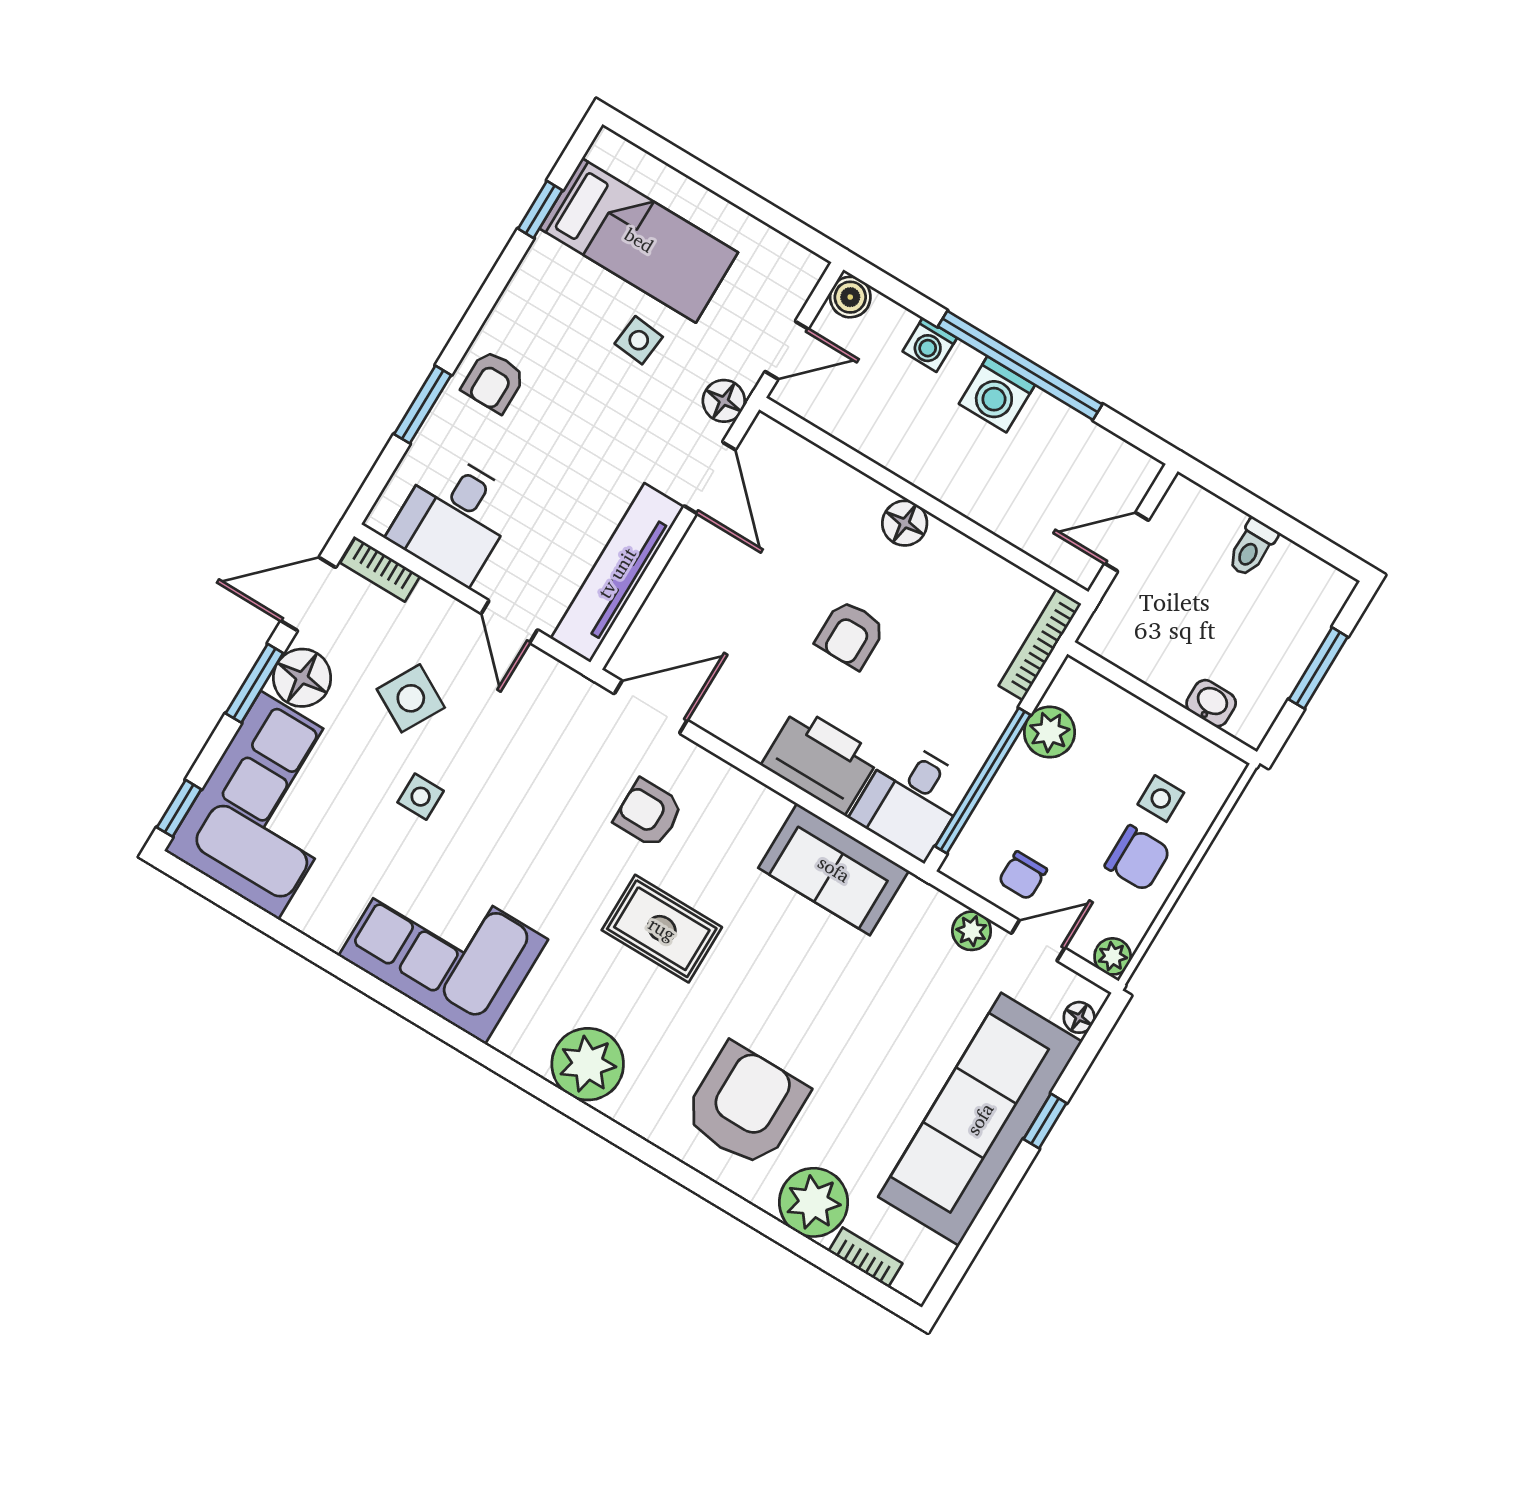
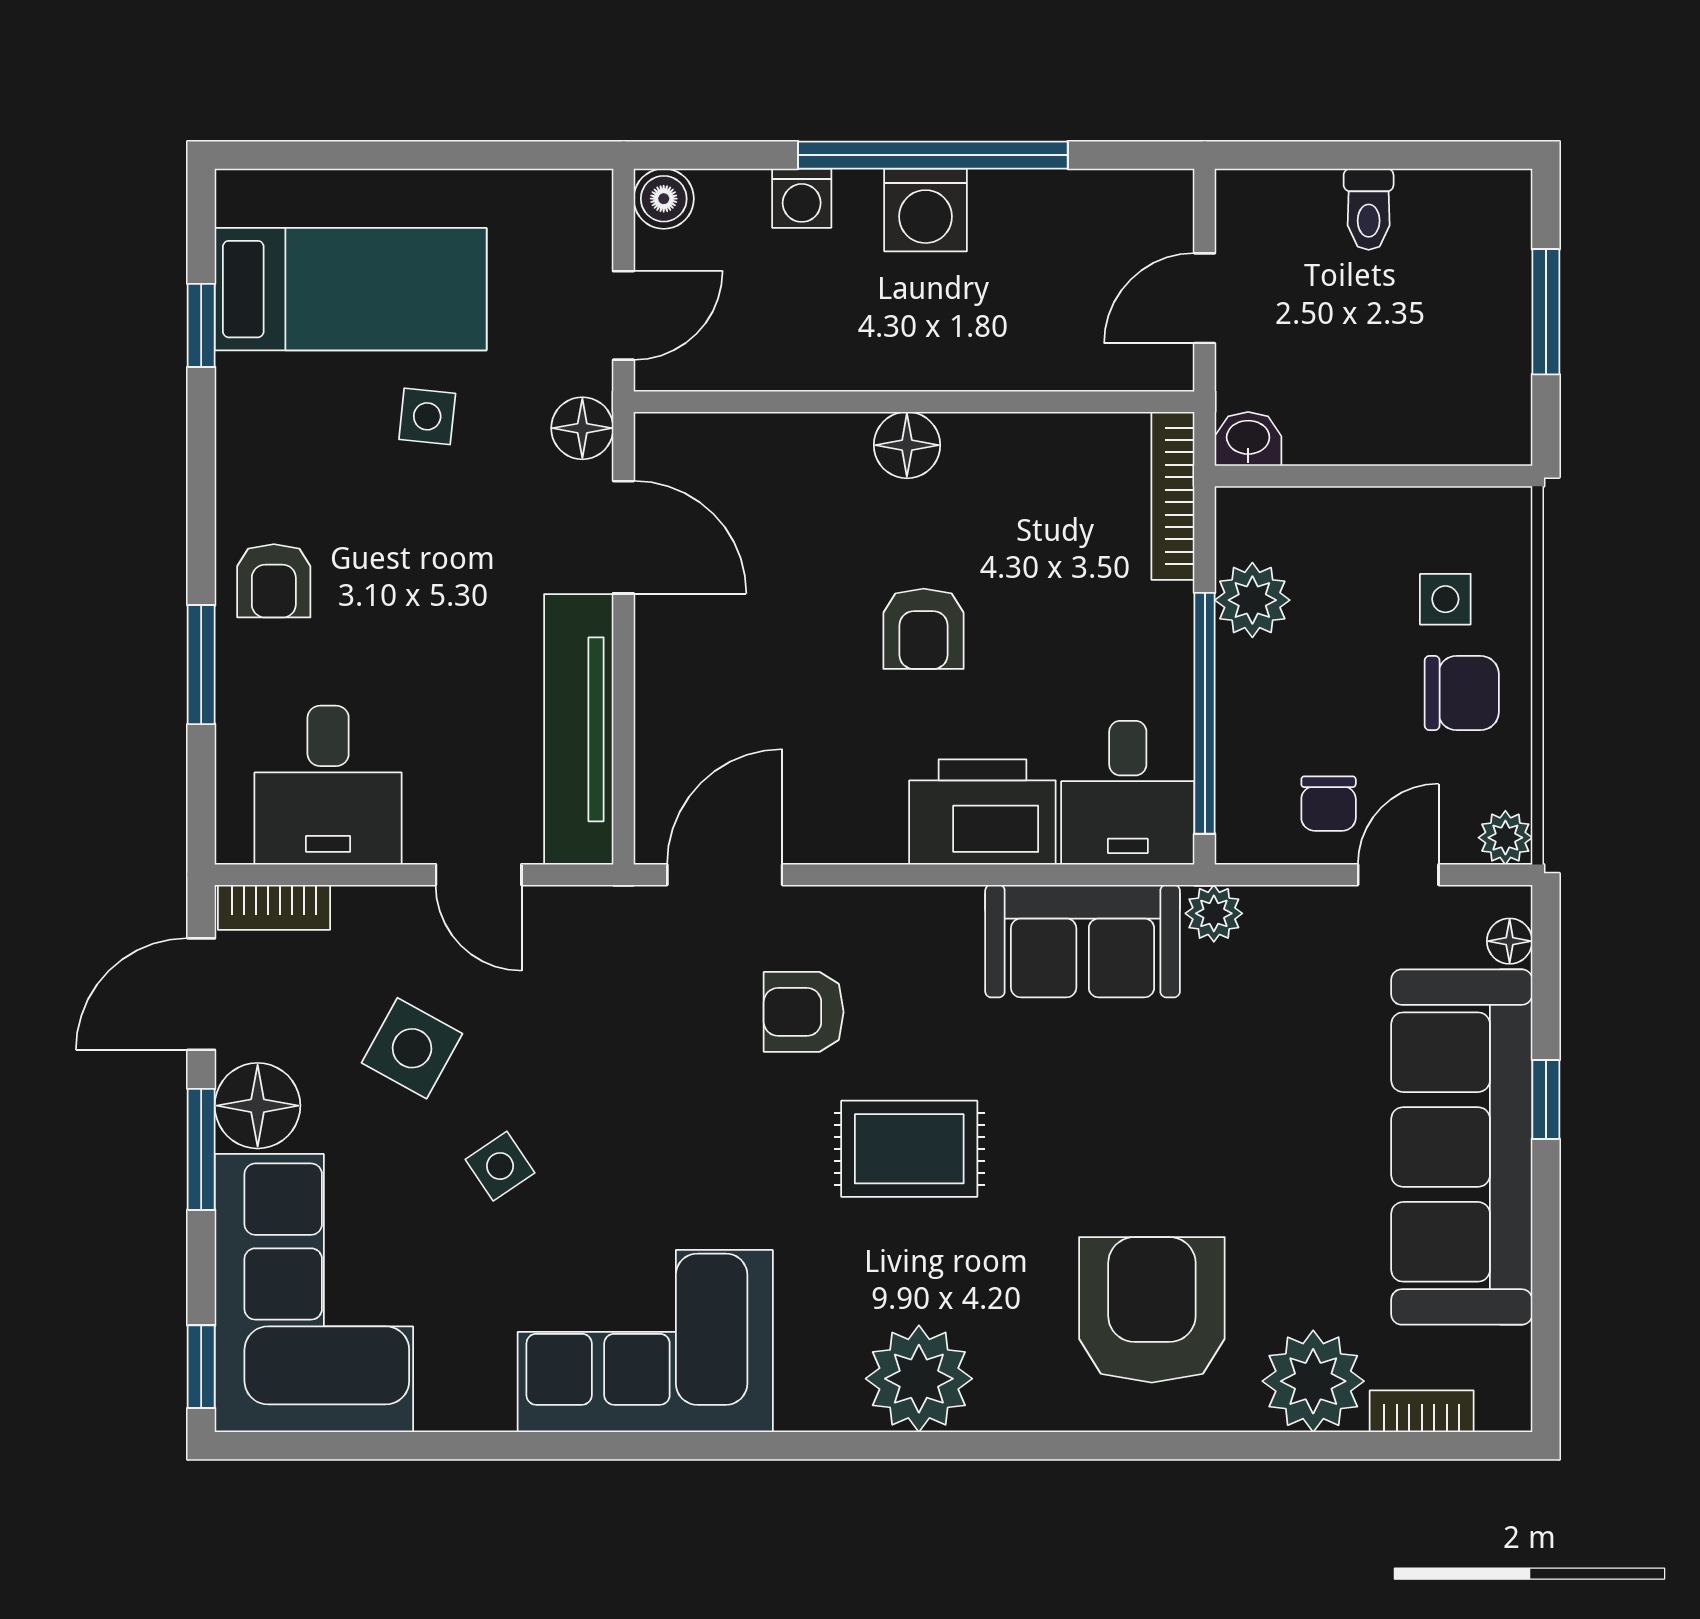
washbasin: (1211, 703) -> (1248, 439), moved
side table: (421, 797) -> (500, 1166), turned -34
plant: (972, 931) -> (1214, 913), moved

